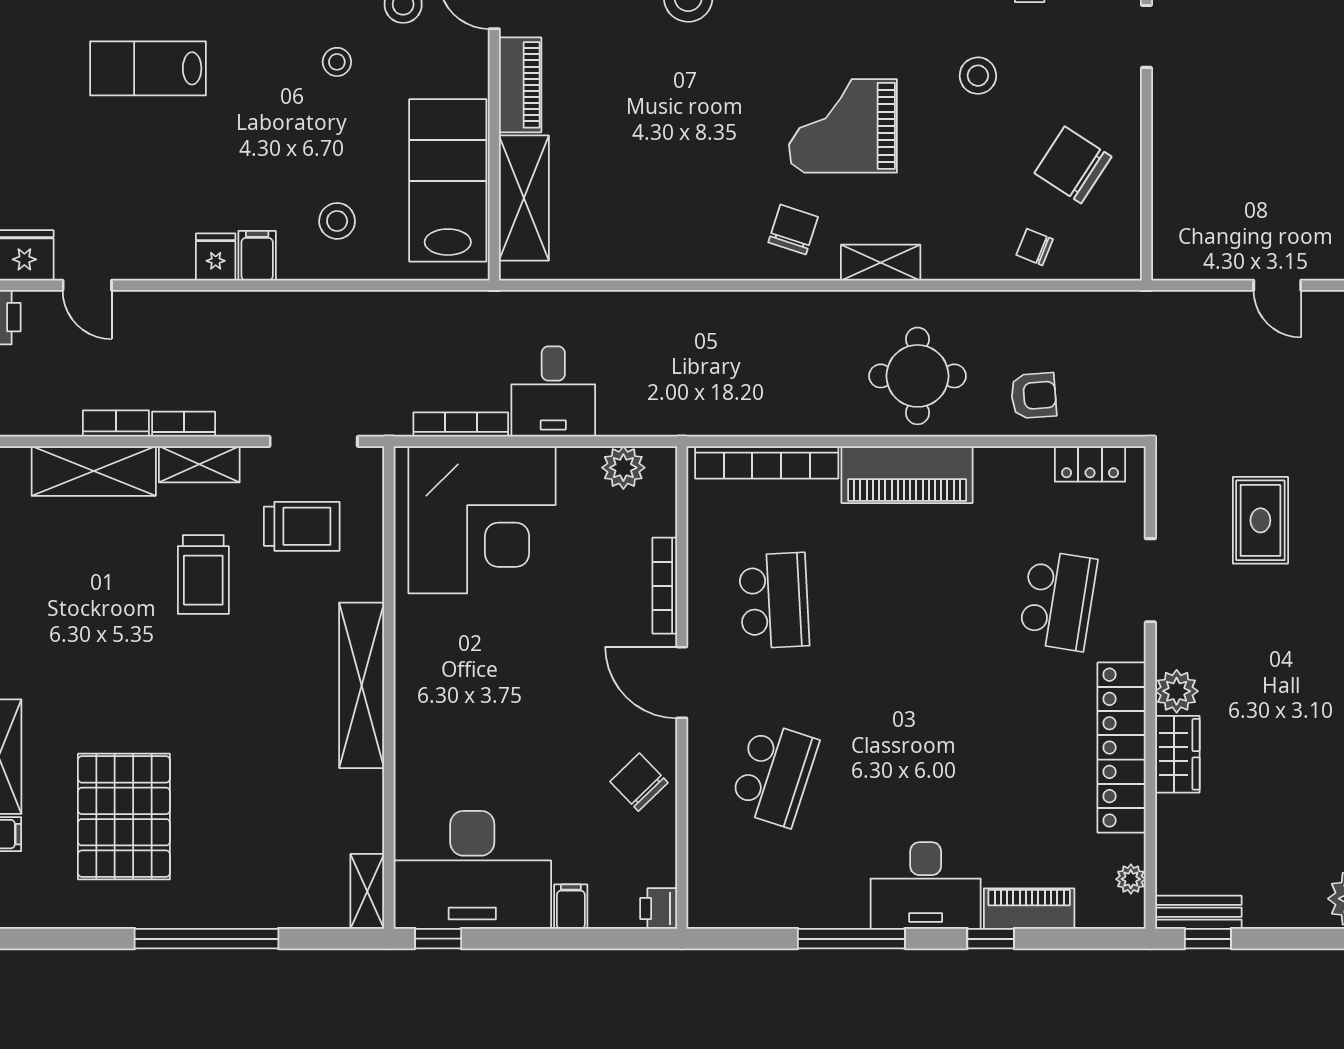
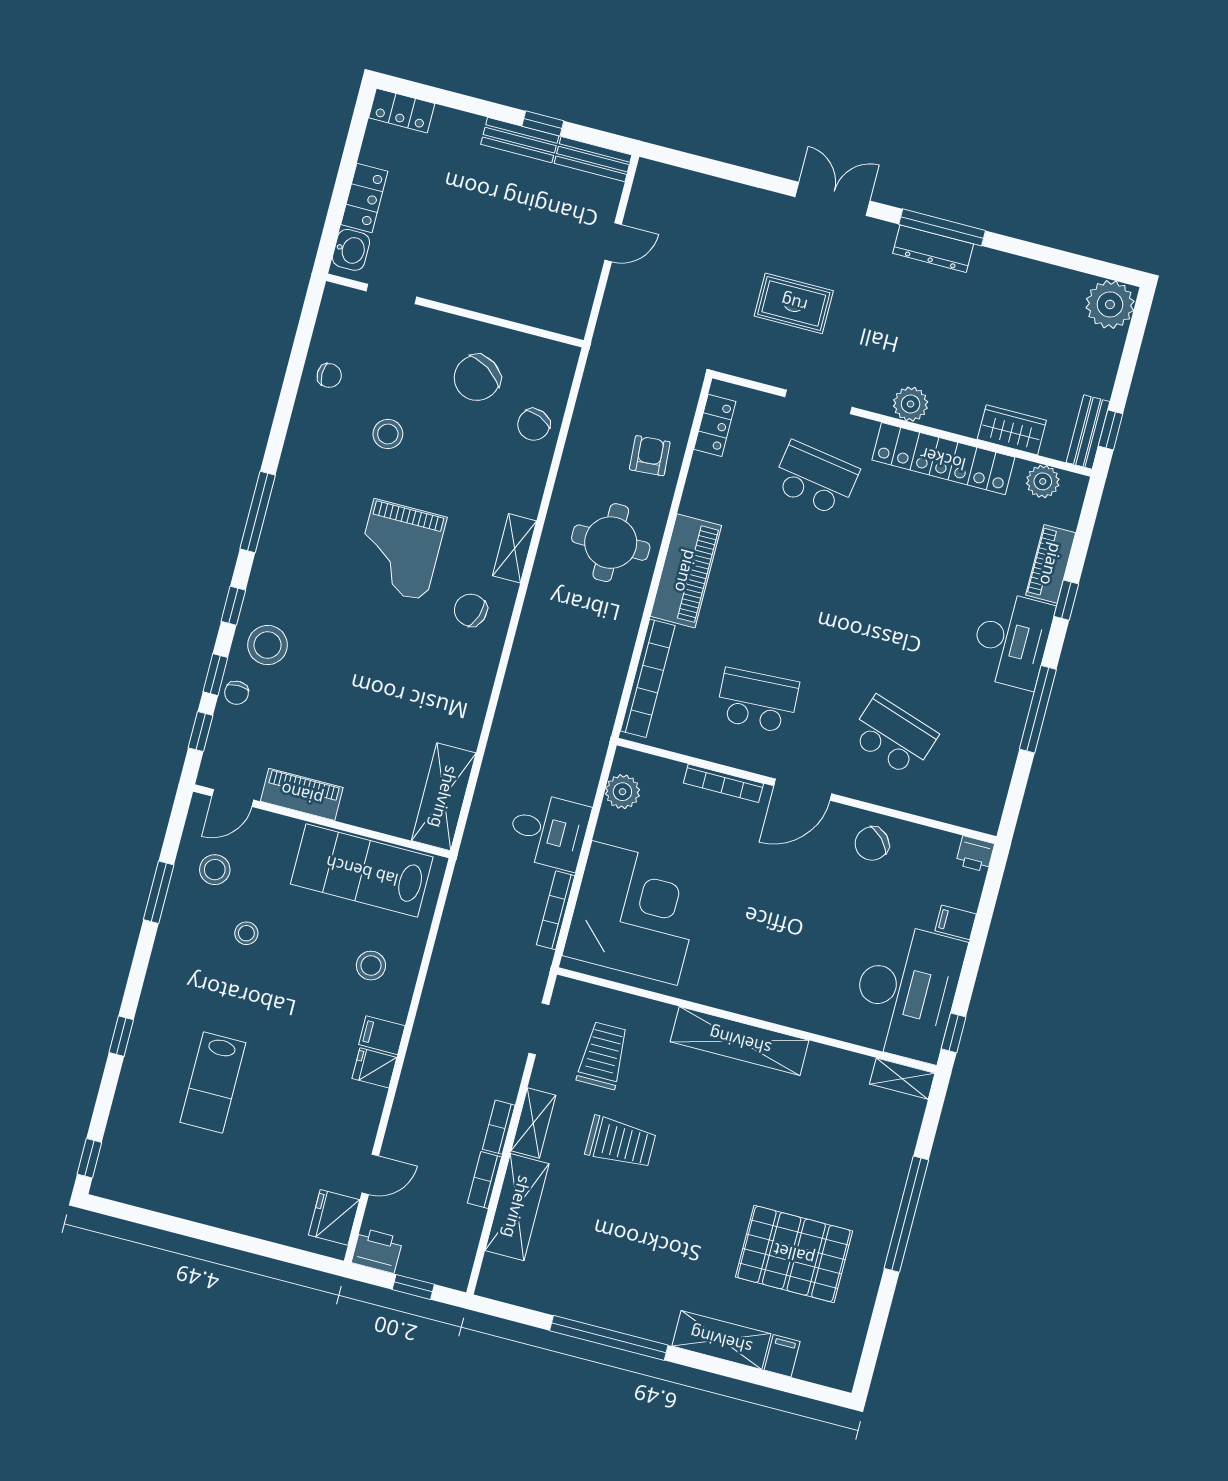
shelving: (524, 198) -> (444, 797), moved, turned 90
chair: (1035, 247) -> (534, 425), width x1.37, depth x1.37
doorway: (314, 441) -> (539, 1029), width x0.73
wardrobe: (1177, 754) -> (1012, 430), moved
plant: (1131, 879) -> (1043, 481), width x1.38, depth x1.38

